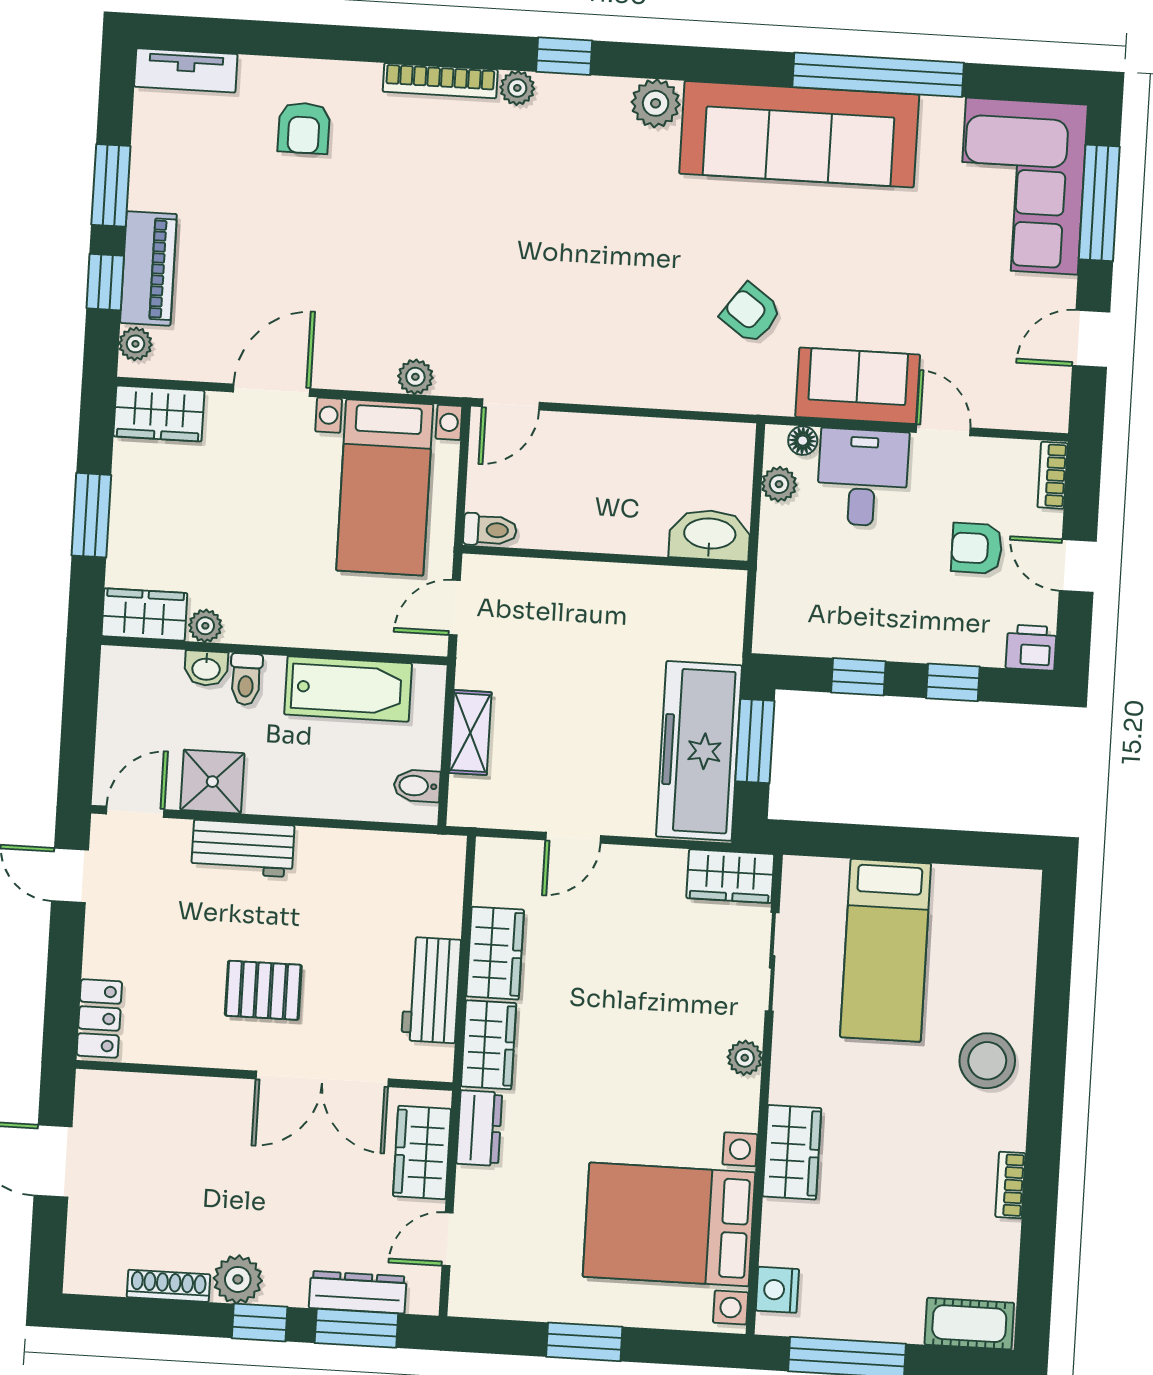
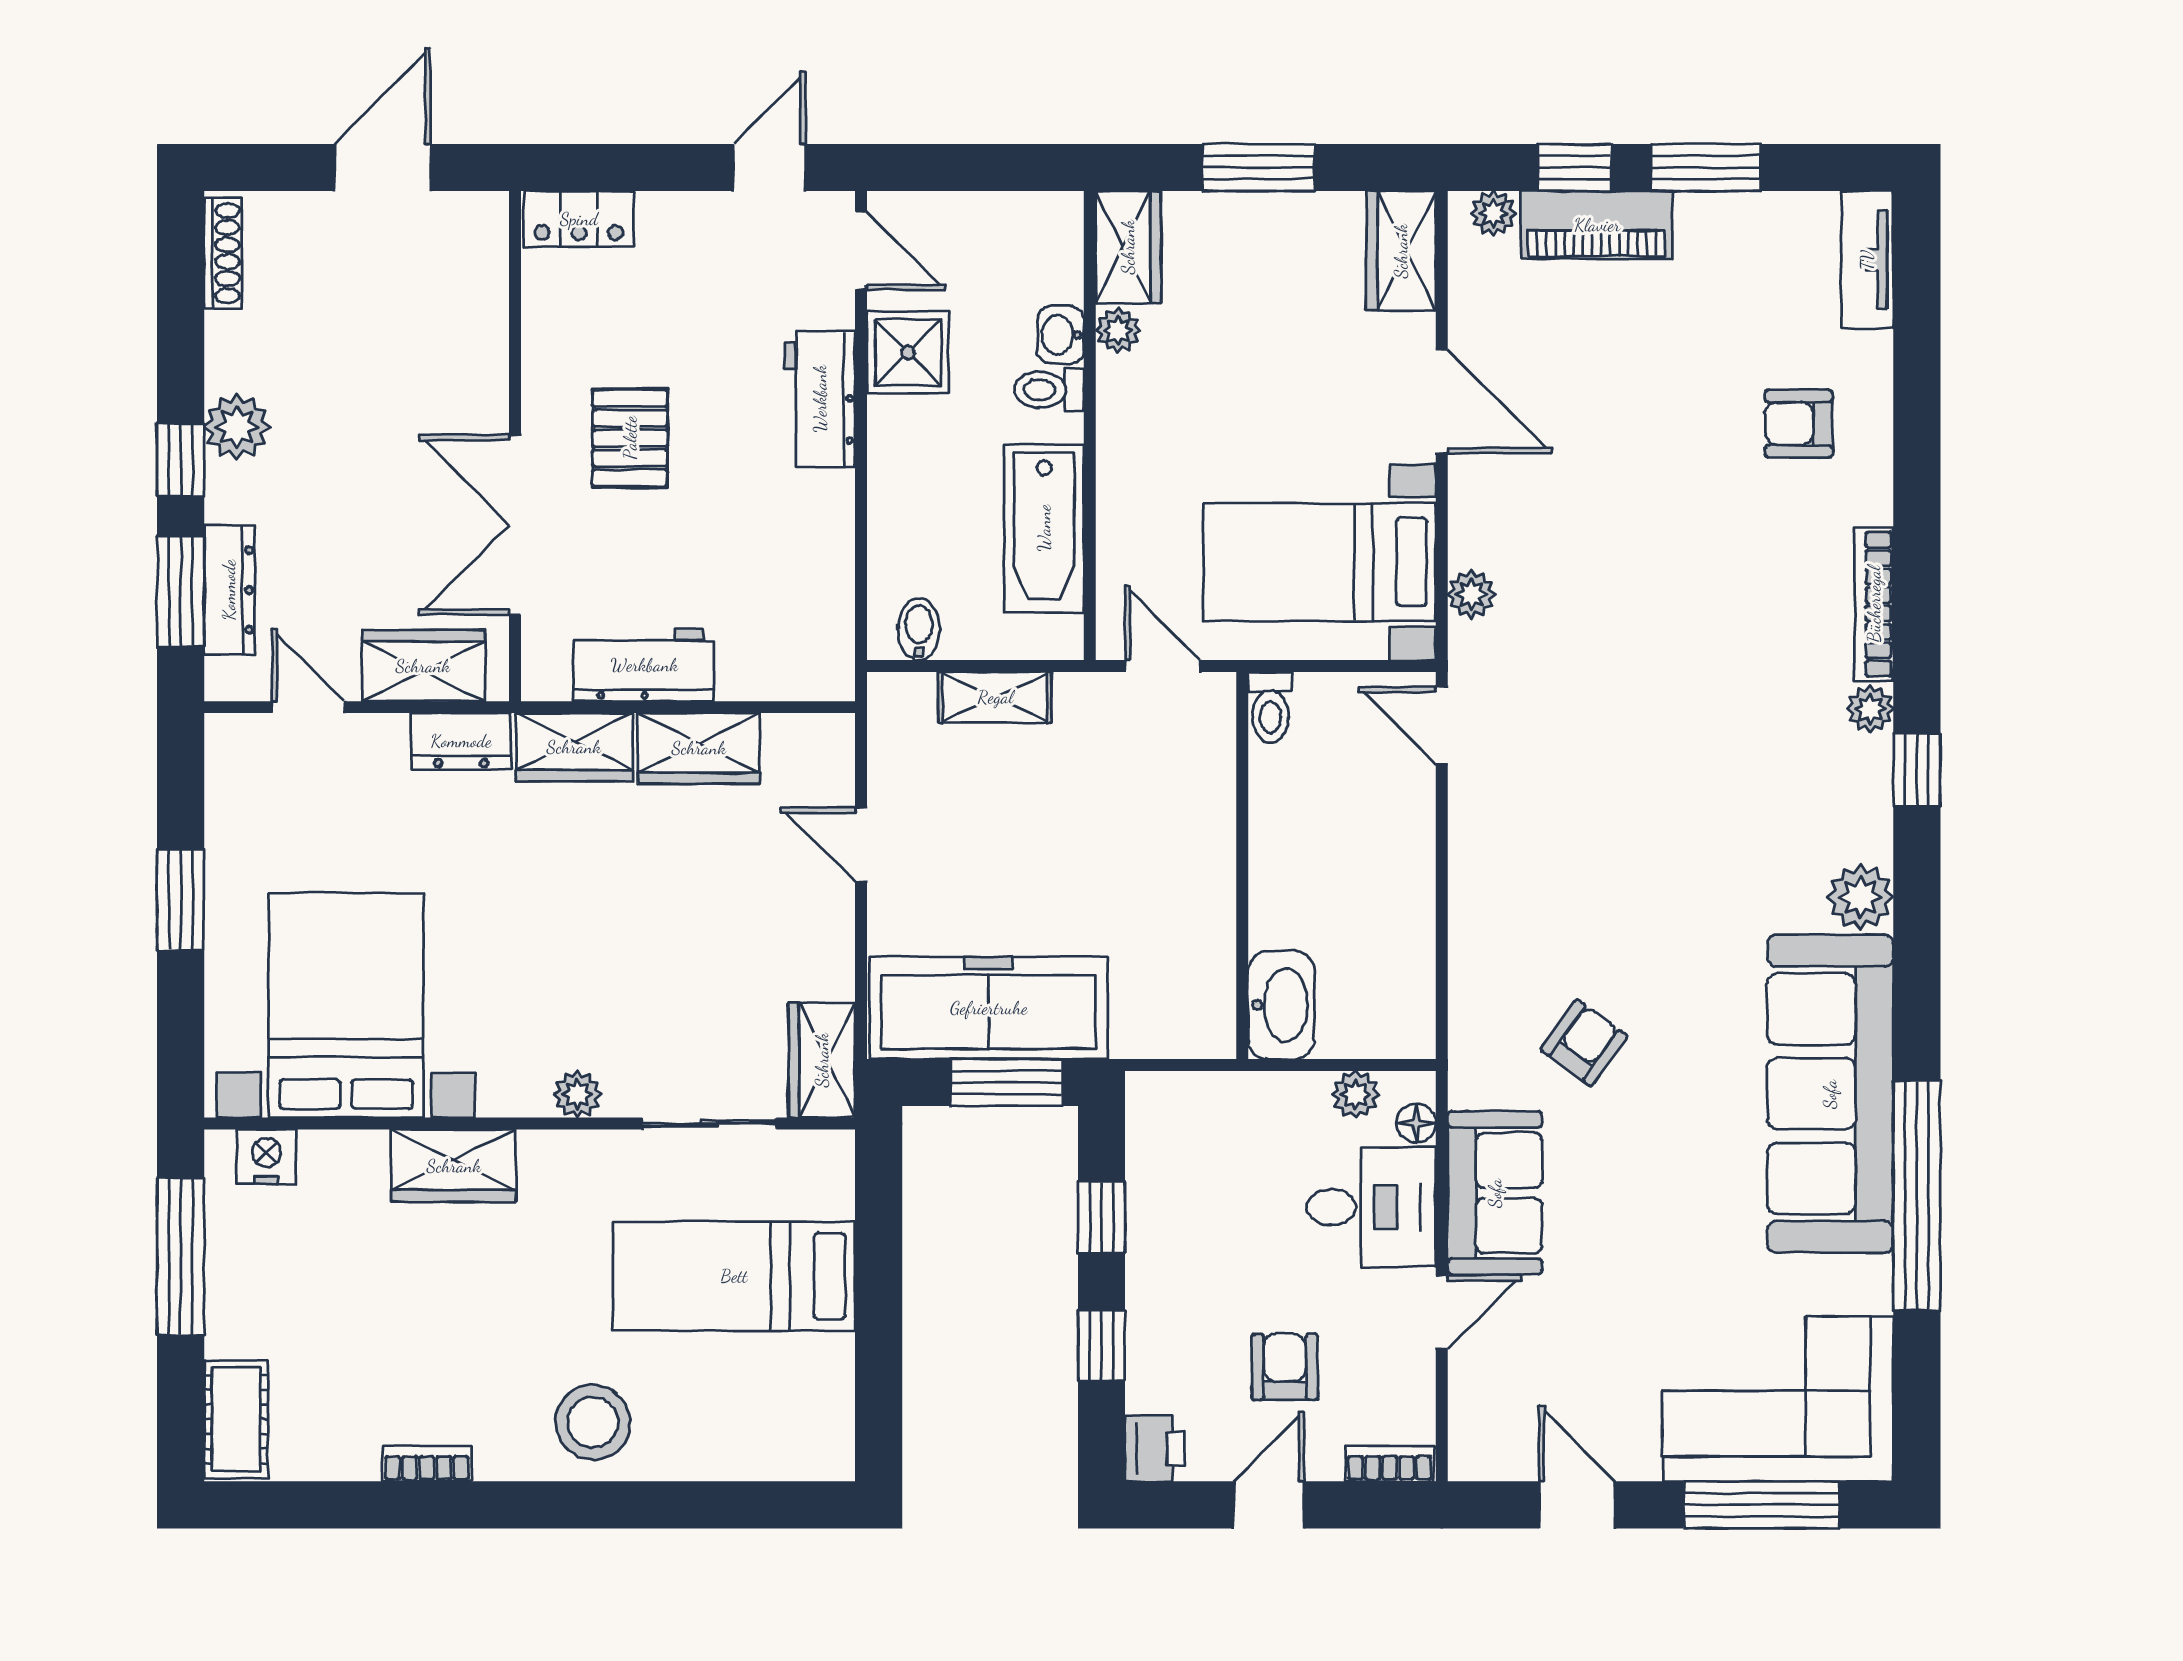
shoe rack: (168, 1286) -> (223, 253), moved

